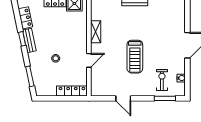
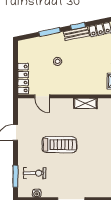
treadmill: (135, 57) -> (59, 145), turned 180
door: (89, 60) -> (42, 96), moved
window: (30, 76) -> (50, 32), moved

